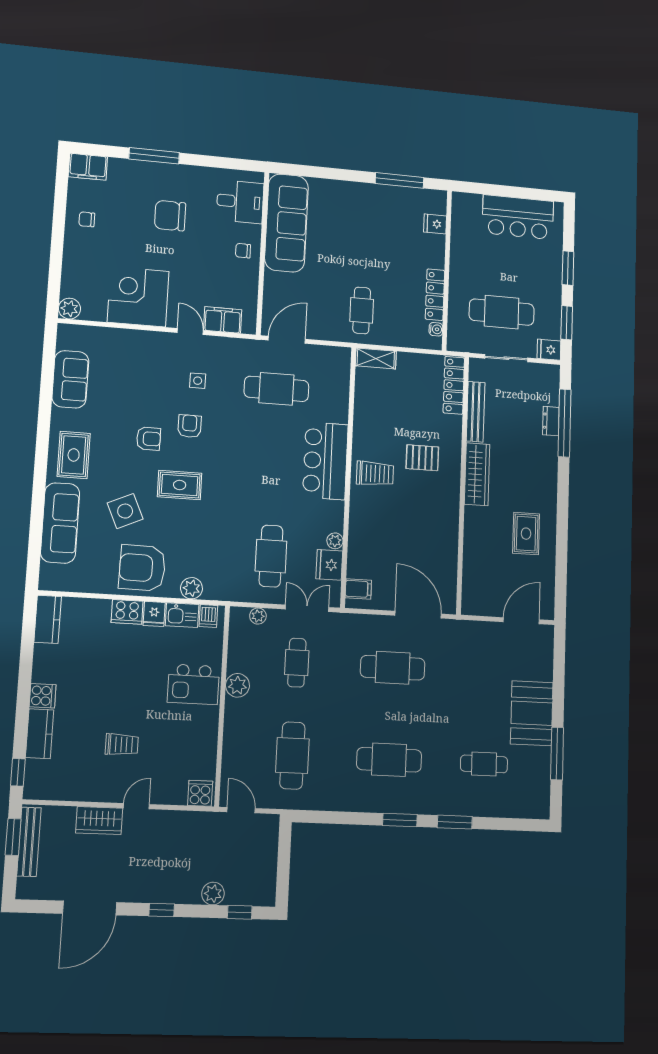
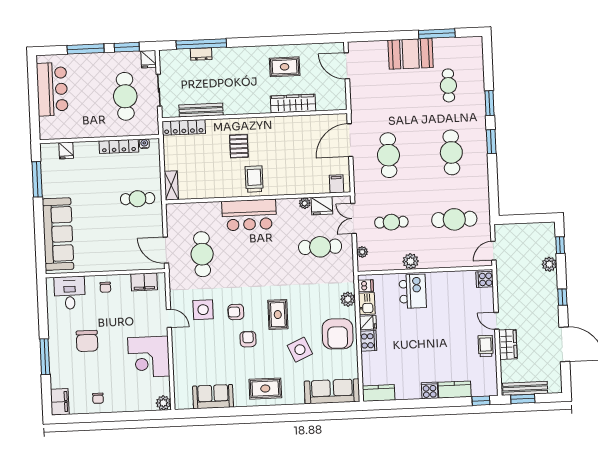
sofa: (286, 223) -> (58, 234), moved, turned 90
window: (568, 268) -> (86, 49), width x1.44
filing cabinet: (223, 320) -> (144, 282), moved, turned -90
door: (190, 332) -> (169, 318), swing flipped
side table: (198, 381) -> (203, 310), width x1.87, depth x1.87
wardrobe: (477, 474) -> (293, 104), moved
sofa: (60, 523) -> (332, 391), moved
trolley: (122, 744) -> (486, 346), moved

